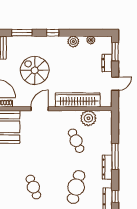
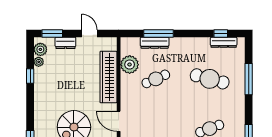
window: (53, 33) -> (30, 76), moved
plant: (73, 42) -> (40, 49), moved
window: (115, 156) -> (158, 34), moved
dresser: (107, 167) -> (155, 43), moved

